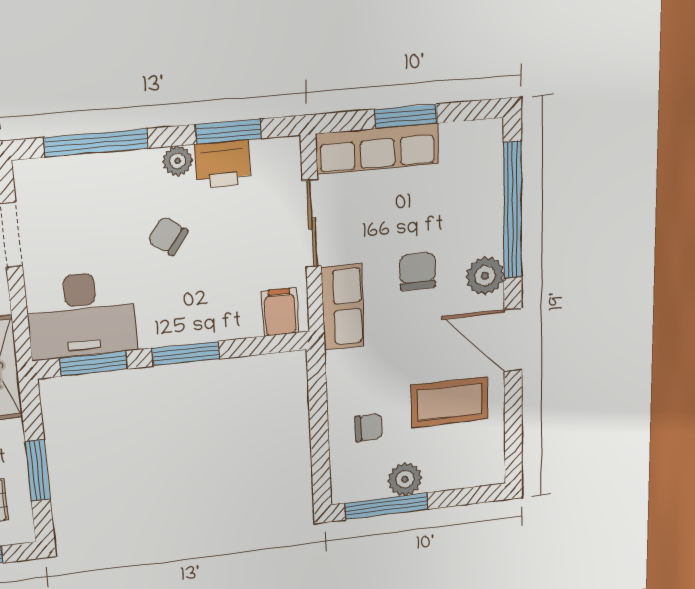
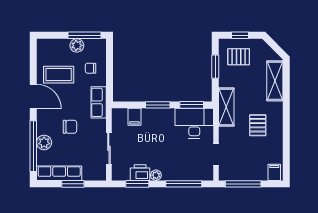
row of seats: (377, 149) -> (59, 173), moved
chair: (168, 236) -> (161, 149), removed
chair: (418, 271) -> (70, 127), turned -90
plant: (485, 276) -> (44, 142), moved
row of seats: (343, 307) -> (99, 102), moved
filing cabinet: (280, 312) -> (134, 117), moved

